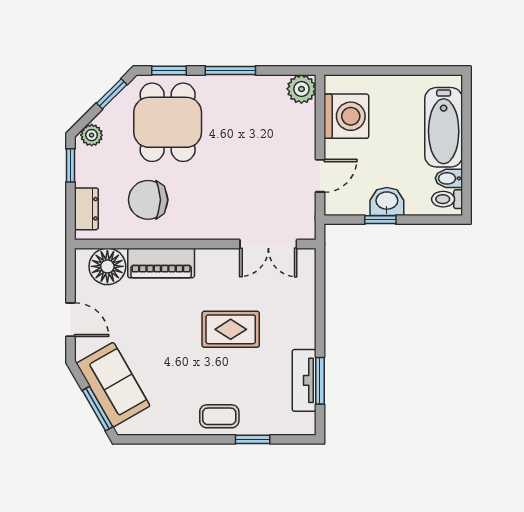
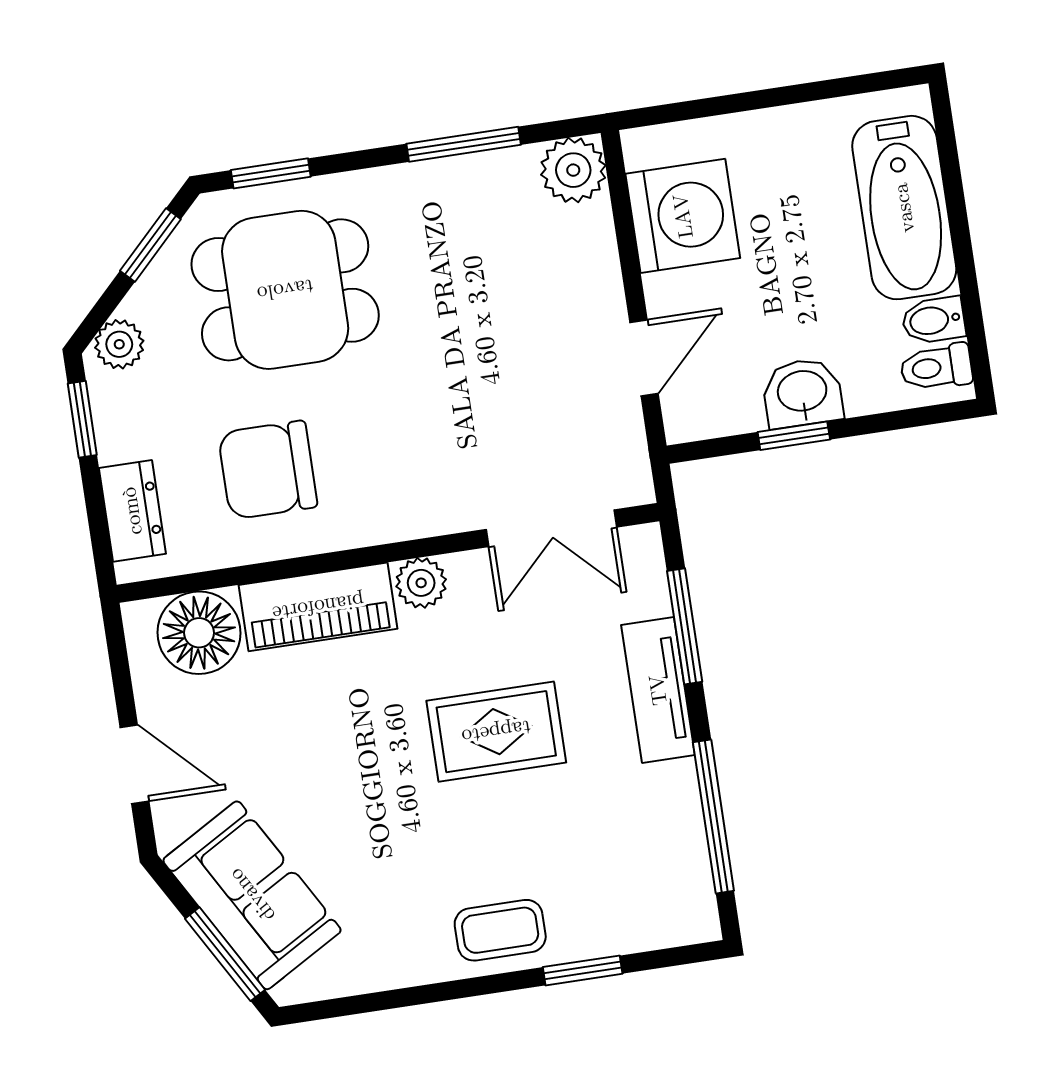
window: (230, 70) -> (464, 144), moved
dining table: (168, 122) -> (285, 290), turned 90
plant: (208, 259) -> (421, 583), added
window: (320, 296) -> (685, 626), added
tv unit: (304, 380) -> (658, 690), moved
window: (320, 381) -> (713, 817), width x1.44

